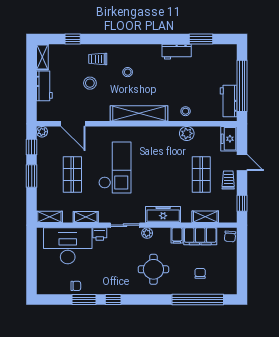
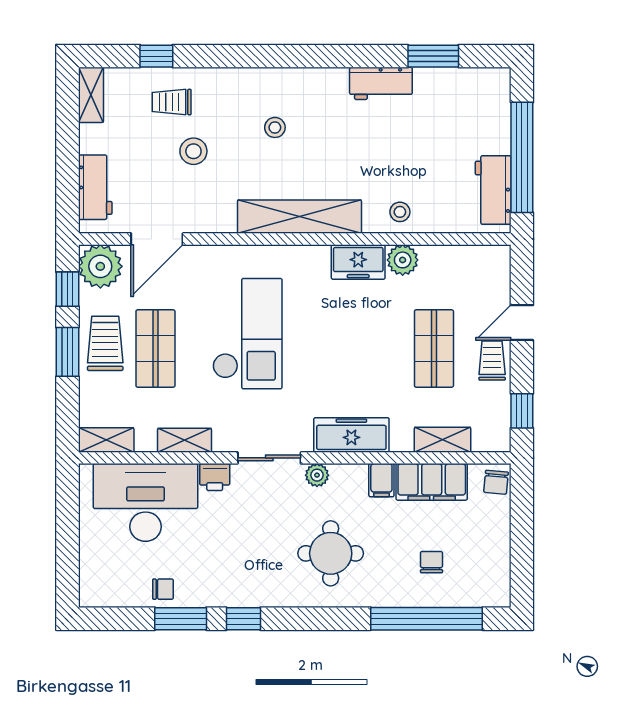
trolley: (98, 59) -> (172, 102), moved
workbench: (44, 86) -> (95, 187), moved
door: (73, 124) -> (157, 239), hinge flipped
plant: (42, 132) -> (100, 266), width x1.87, depth x1.87
freezer: (229, 139) -> (358, 262), moved, turned -90
door: (242, 162) -> (522, 323), swing flipped
trolley: (49, 172) -> (105, 343), added

